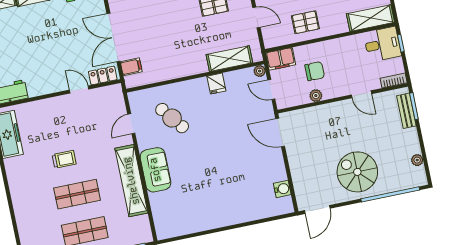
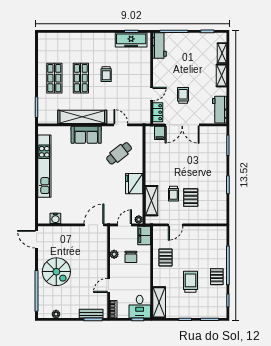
trolley: (213, 30) -> (173, 194), added
double door: (113, 37) -> (182, 125), swing flipped
trolley: (72, 45) -> (183, 95), added
fridge: (216, 84) -> (134, 184), width x1.88, depth x1.34
spiral stairs: (357, 172) -> (56, 272), turned 90
kitchen unit: (212, 220) -> (44, 166), added

